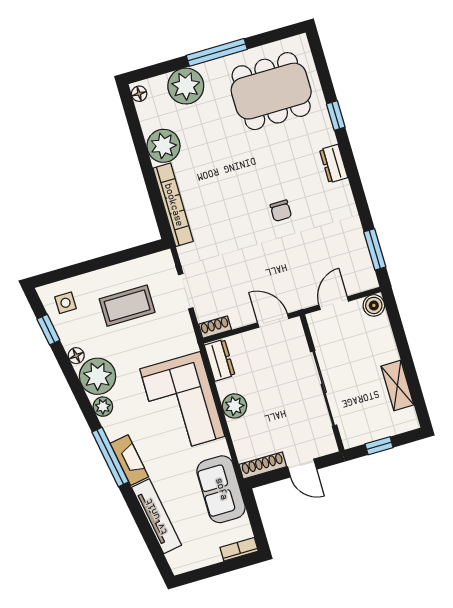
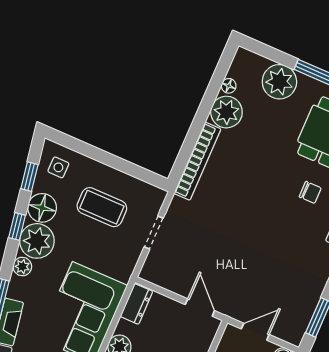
floor lamp: (139, 94) -> (229, 86), moved
chair: (281, 211) -> (310, 192), moved, turned -90
shoe rack: (215, 327) -> (153, 277), removed
floor lamp: (76, 356) -> (42, 208), width x1.89, depth x1.89
window: (72, 378) -> (17, 226), added

